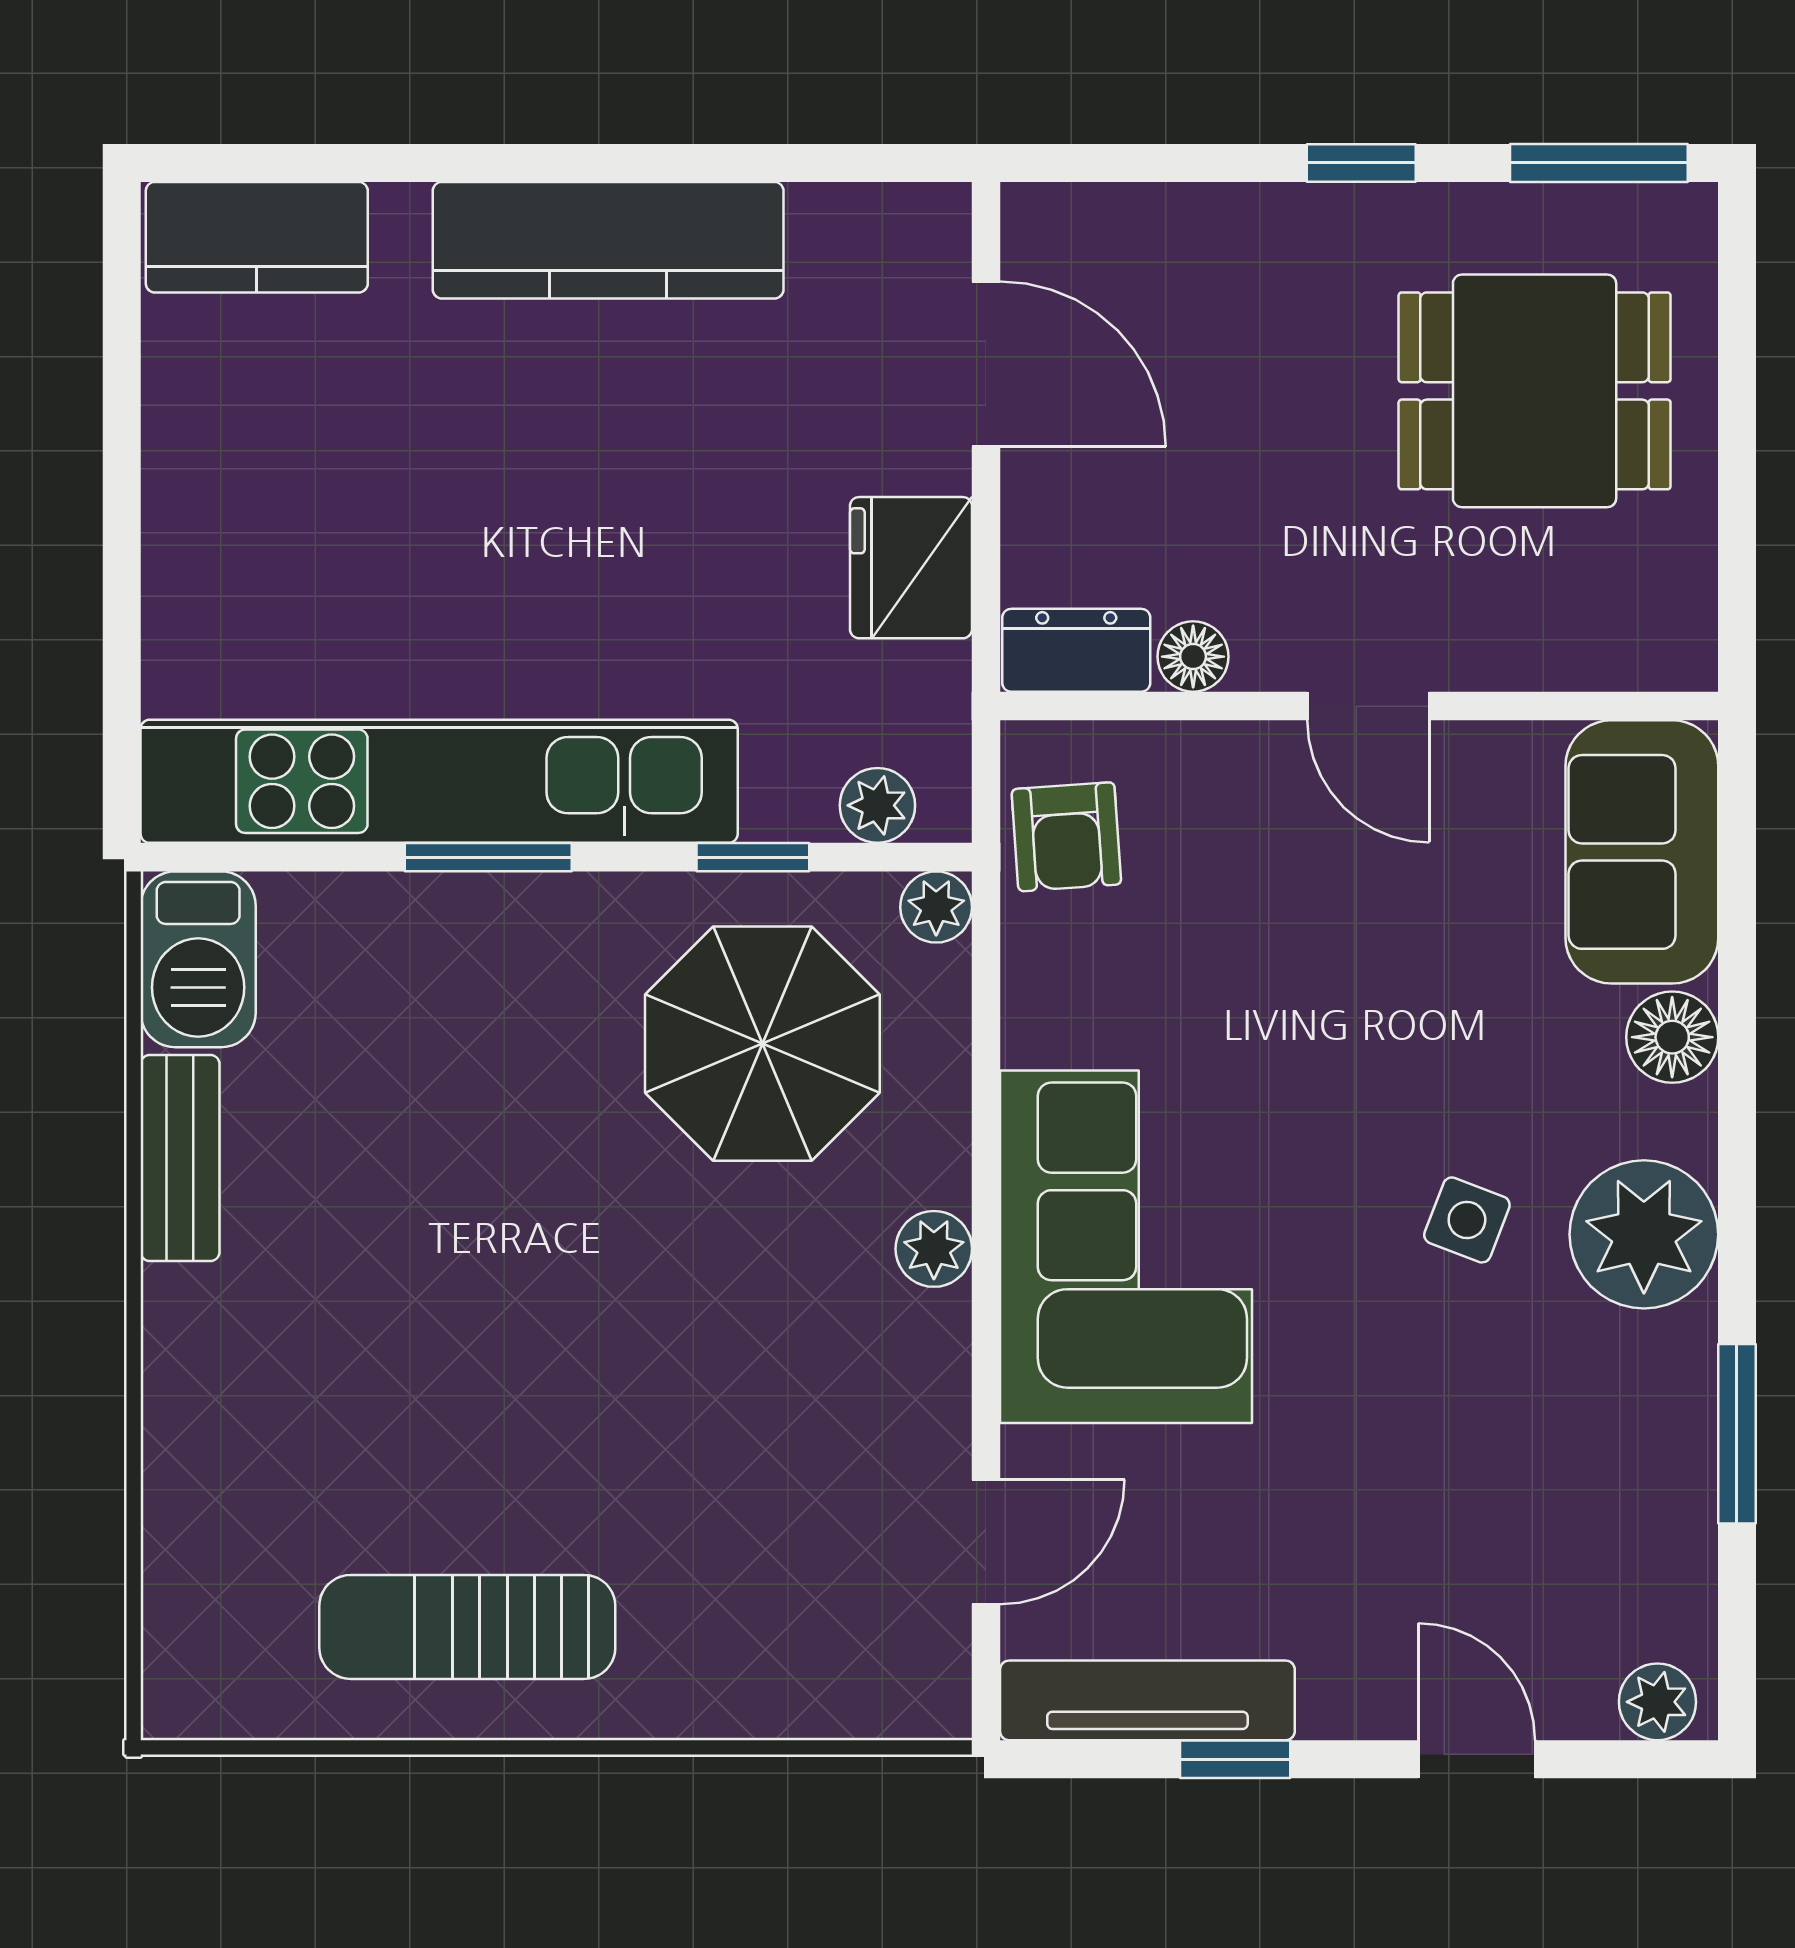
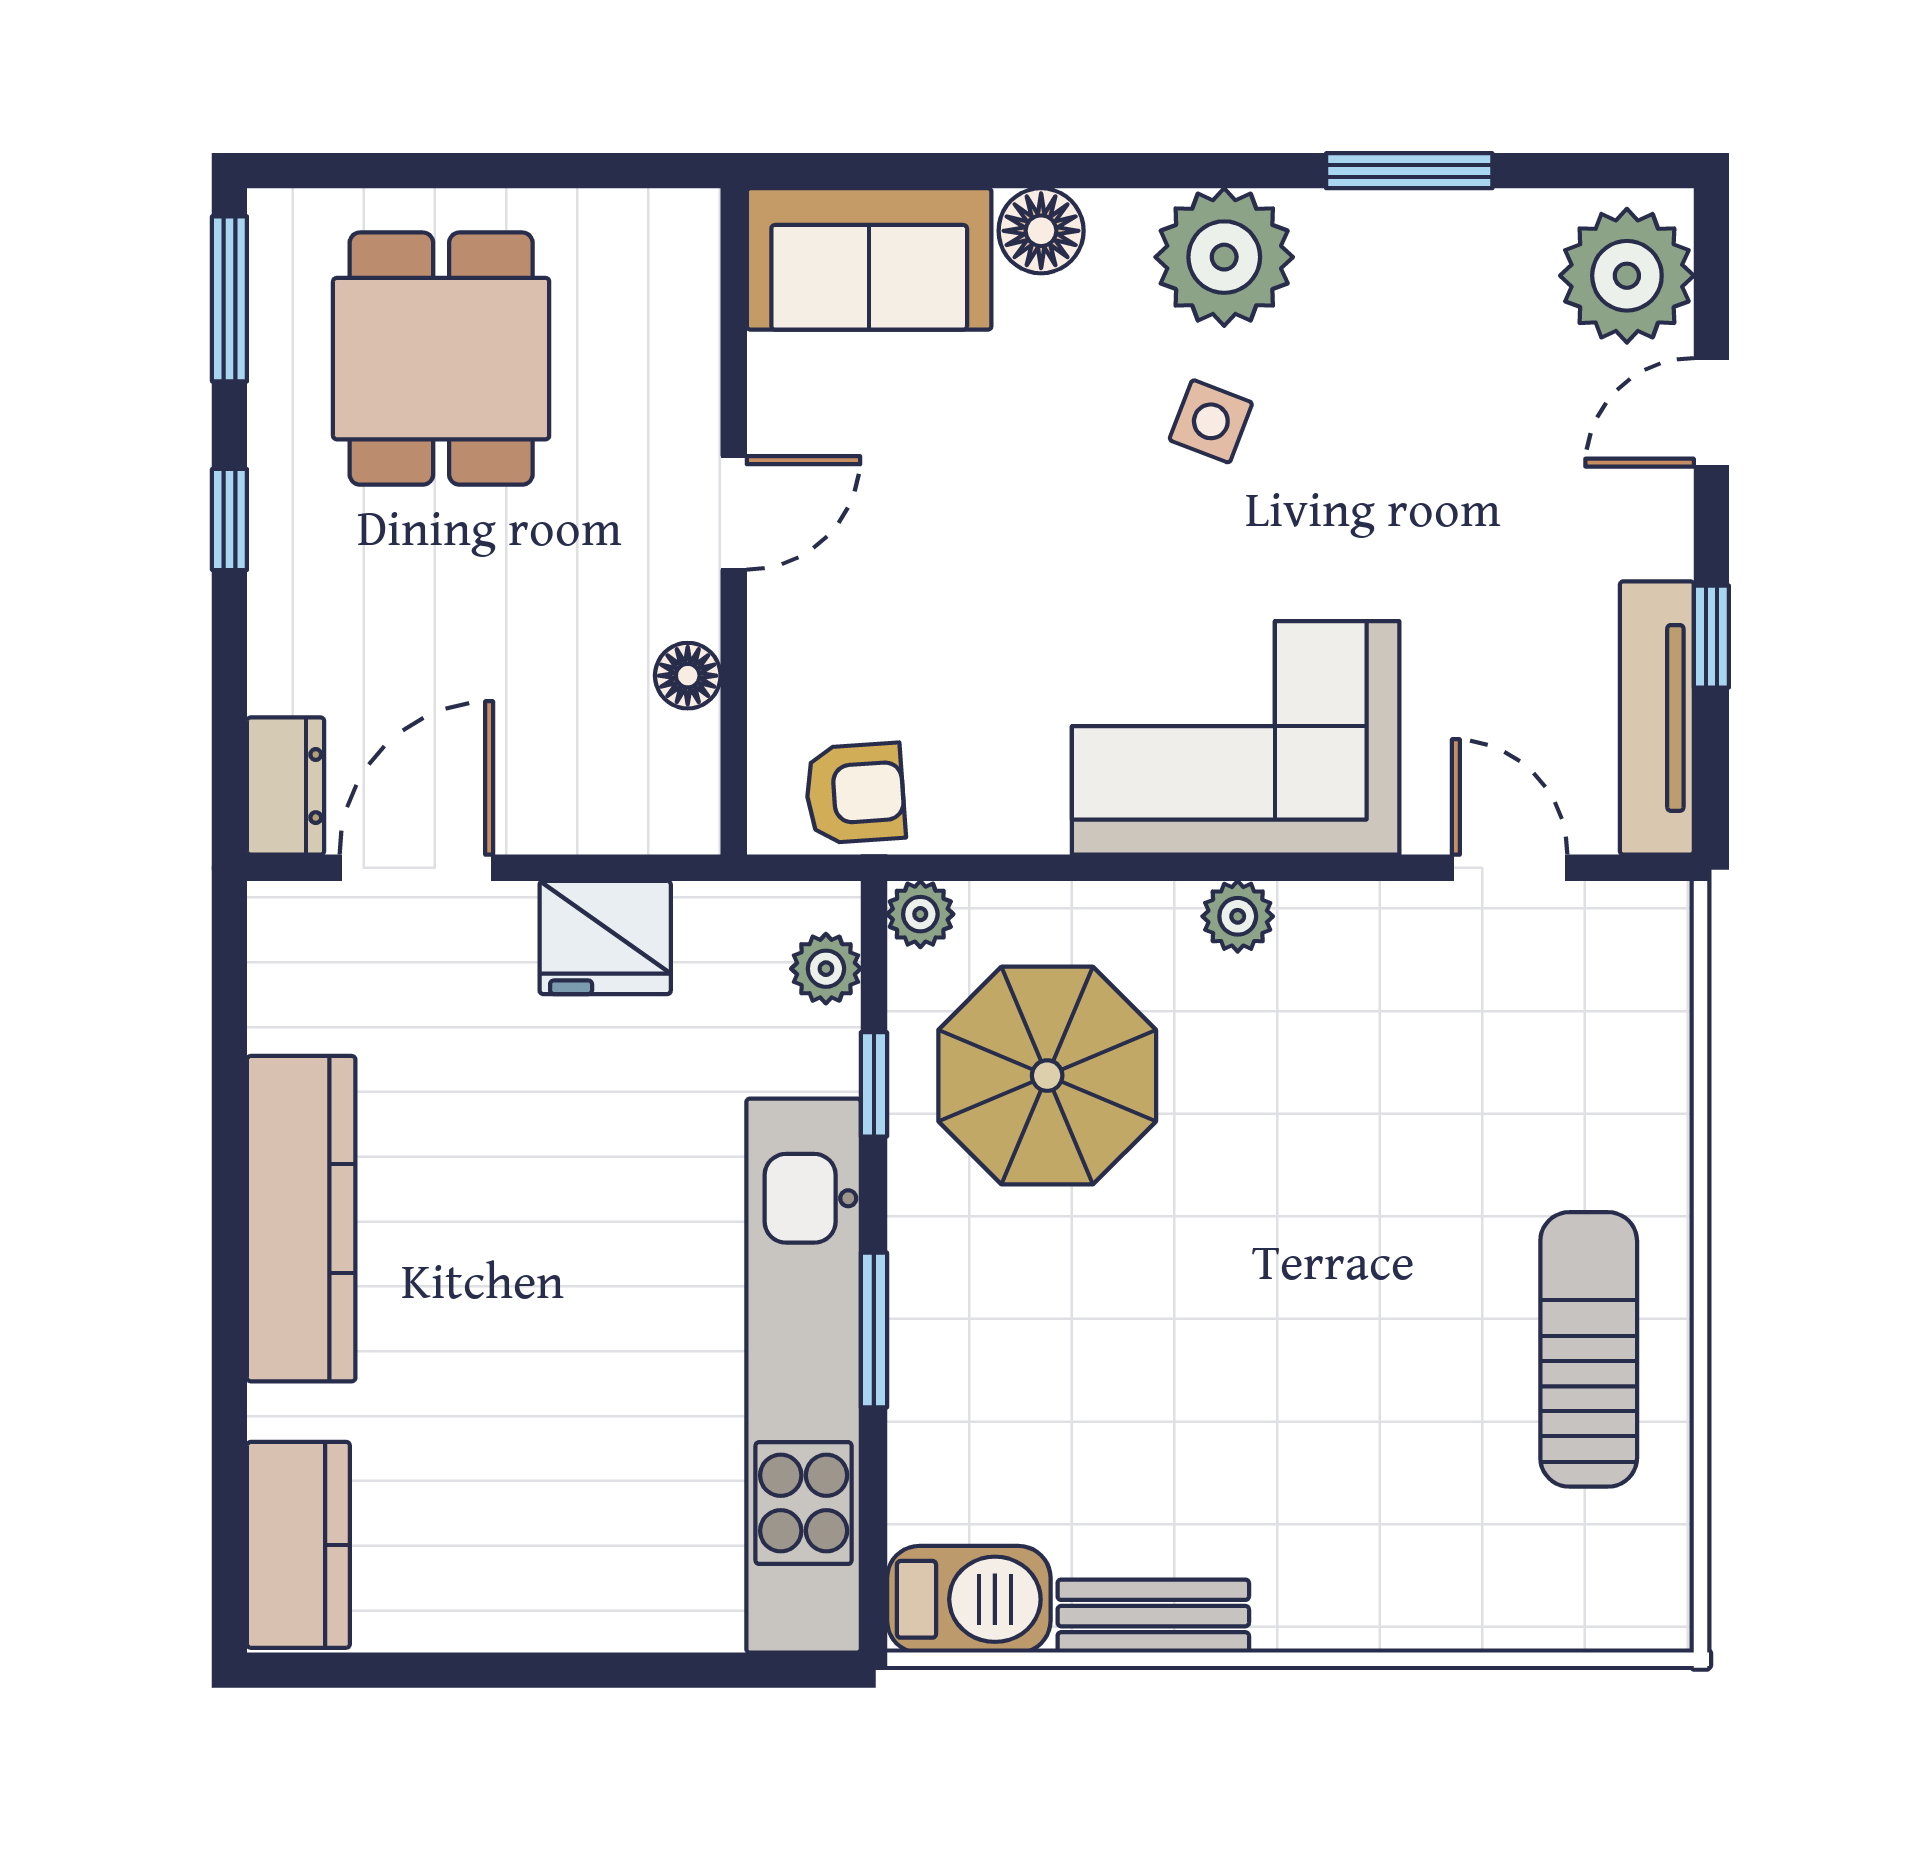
dresser: (1076, 650) -> (286, 786), moved, turned 180
sun lounger: (467, 1627) -> (1589, 1349), turned 180
plant: (1657, 1702) -> (1627, 276), width x1.87, depth x1.87

